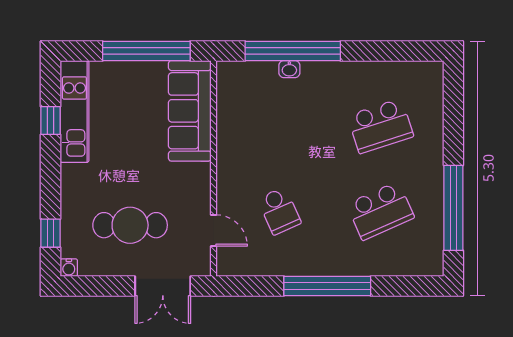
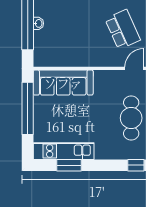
window: (51, 120) -> (69, 165), width x1.50
school desk: (279, 211) -> (123, 29), width x1.85

